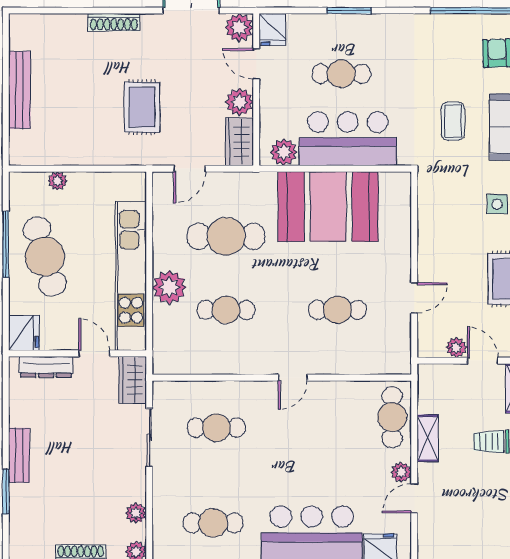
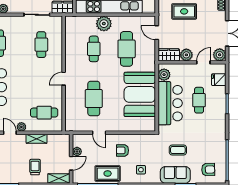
fridge: (272, 29) -> (219, 80), moved
armchair: (454, 246) -> (122, 150), added
cafe table: (337, 310) -> (94, 99), width x1.37, depth x1.35
door: (293, 378) -> (64, 79), hinge flipped
cafe table: (392, 417) -> (44, 113), moved

